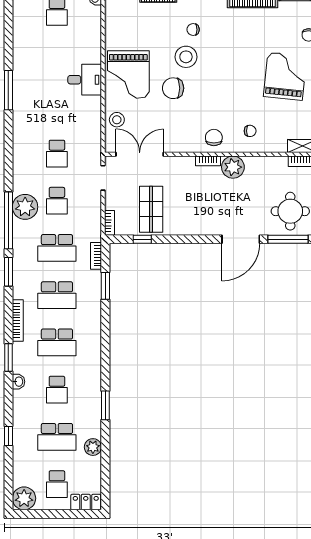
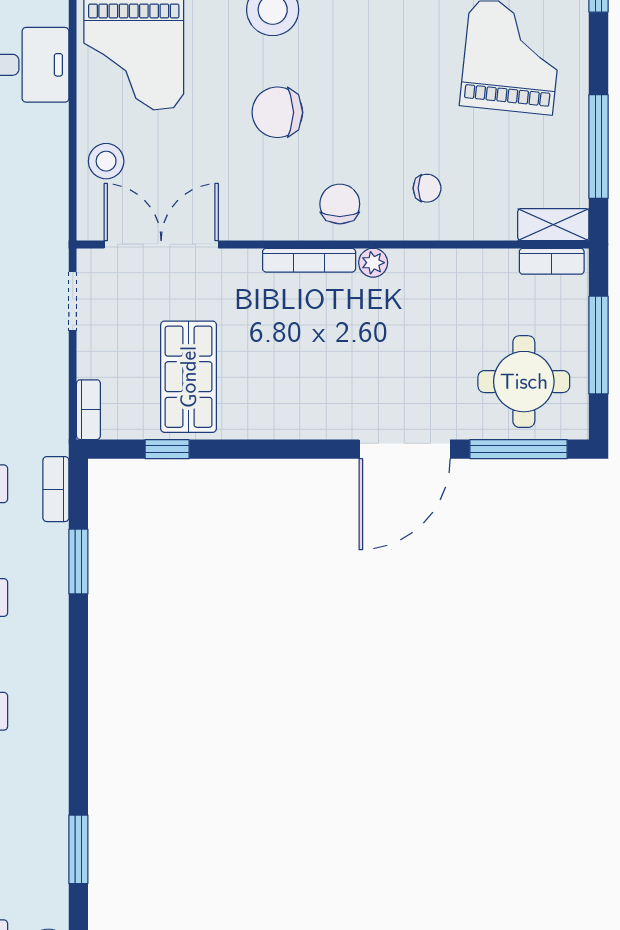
chair: (173, 88) -> (277, 112), moved
bookcase: (208, 161) -> (309, 260), width x1.56
plant: (233, 167) -> (373, 263), width x0.53, depth x0.53

